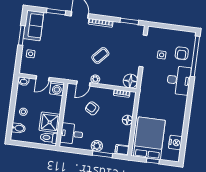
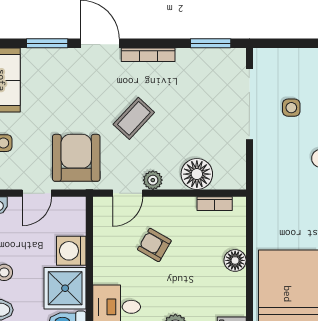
coffee table: (100, 55) -> (134, 118), moved
armchair: (62, 65) -> (76, 158), added
floor lamp: (130, 81) -> (197, 174), moved
washing machine: (57, 88) -> (71, 251), moved, turned 90

